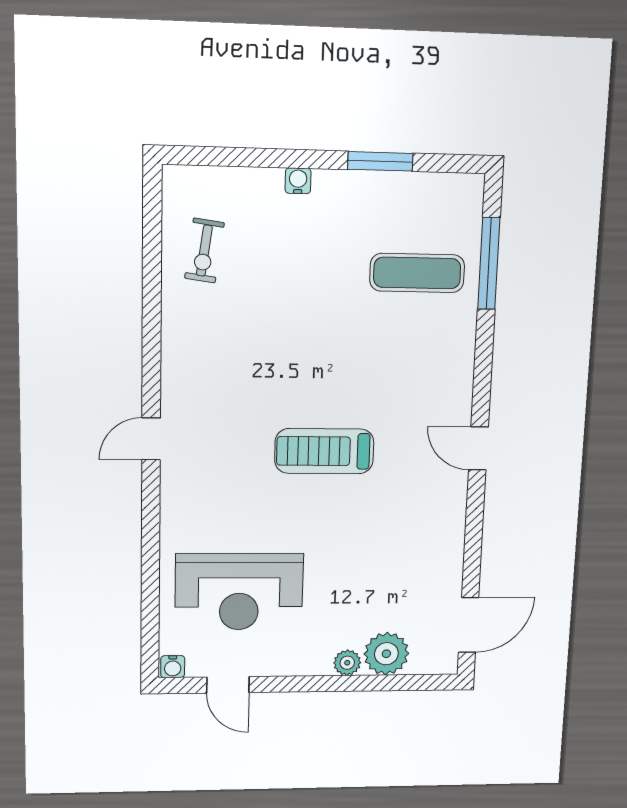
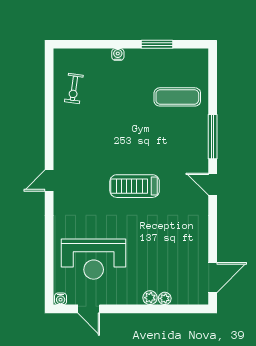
window: (489, 263) -> (213, 137), moved
plant: (386, 654) -> (165, 298), width x0.53, depth x0.53

